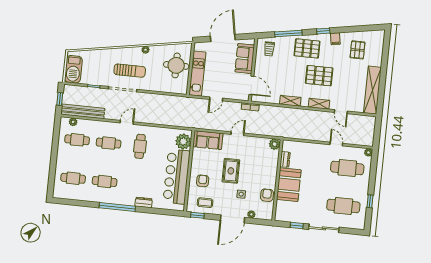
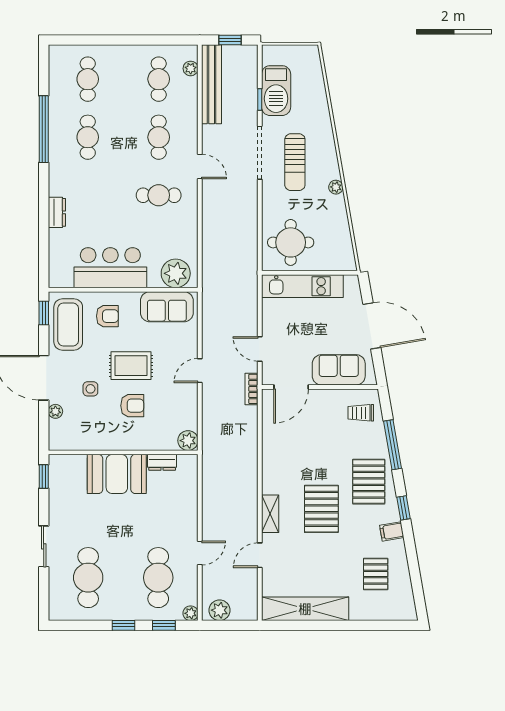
pallet: (358, 50) -> (376, 574), turned 90
round table: (176, 65) -> (291, 242), moved
barbecue: (73, 69) -> (276, 91), moved, turned -90
door: (216, 99) -> (260, 349), moved
shelving: (290, 101) -> (270, 461), removed
door: (237, 134) -> (200, 371), swing flipped
plant: (368, 137) -> (220, 610), added
sofa: (208, 140) -> (167, 307), moved, turned -90
window: (373, 168) -> (164, 625), added
bar counter: (177, 177) -> (110, 268), width x0.73
armchair: (267, 195) -> (132, 406), moved
window: (370, 201) -> (123, 625), moved
coffee table: (205, 203) -> (68, 325), width x1.86, depth x1.72
window: (117, 207) -> (44, 129), moved
window: (297, 226) -> (44, 476), moved
sliding door: (324, 228) -> (44, 546), width x0.73

